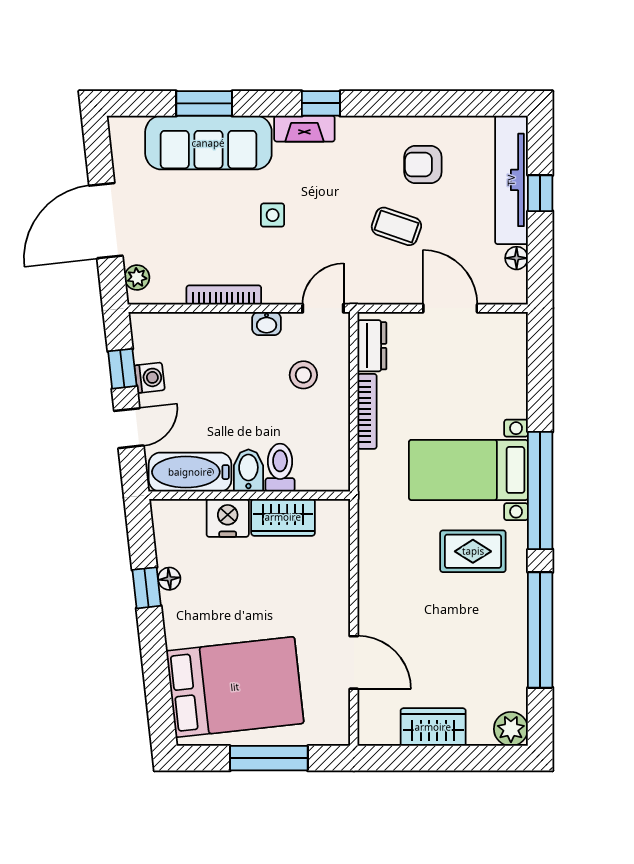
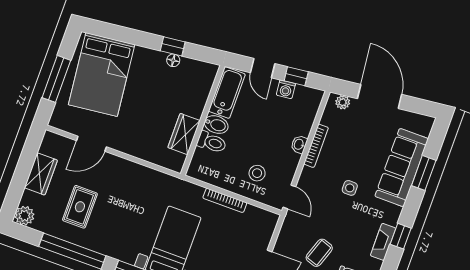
fireplace: (304, 129) -> (383, 242), moved
washbasin: (267, 324) -> (299, 144), moved
dresser: (372, 346) -> (259, 216), removed
nightstand: (228, 518) -> (195, 104), removed
rug: (473, 551) -> (80, 207), moved

